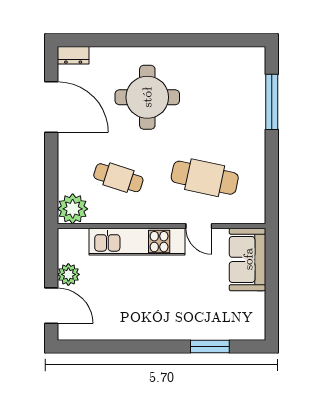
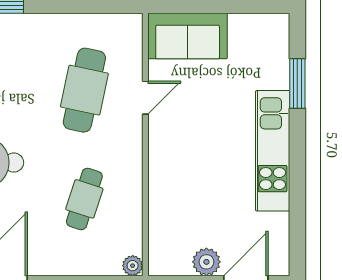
plant: (73, 209) -> (133, 266), width x0.53, depth x0.53
kitchen unit: (137, 242) -> (273, 151), moved, turned 180

